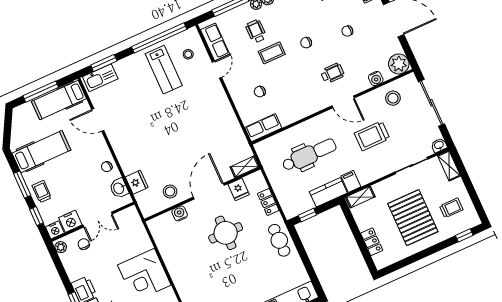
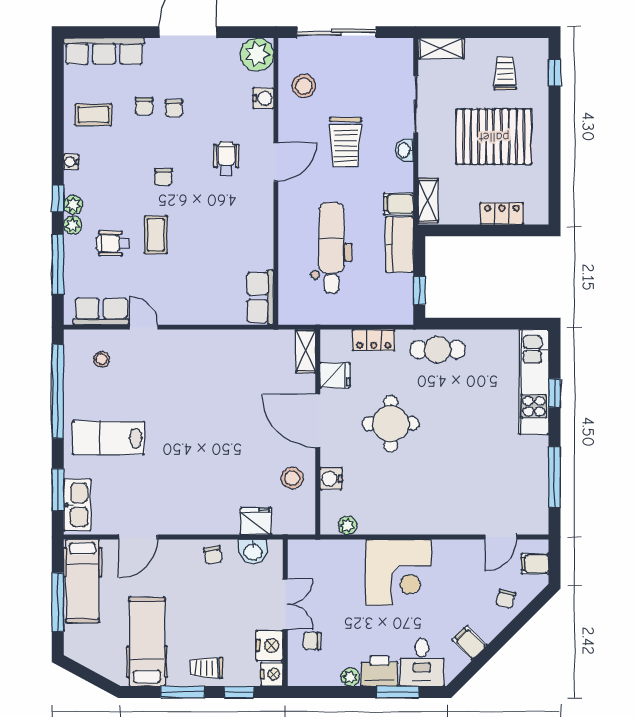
lab bench: (164, 70) -> (108, 438), moved, turned 180
chair: (260, 92) -> (144, 106), moved
washbasin: (439, 145) -> (404, 150), moved
plant: (158, 234) -> (347, 525), added
plant: (61, 247) -> (350, 677), moved

